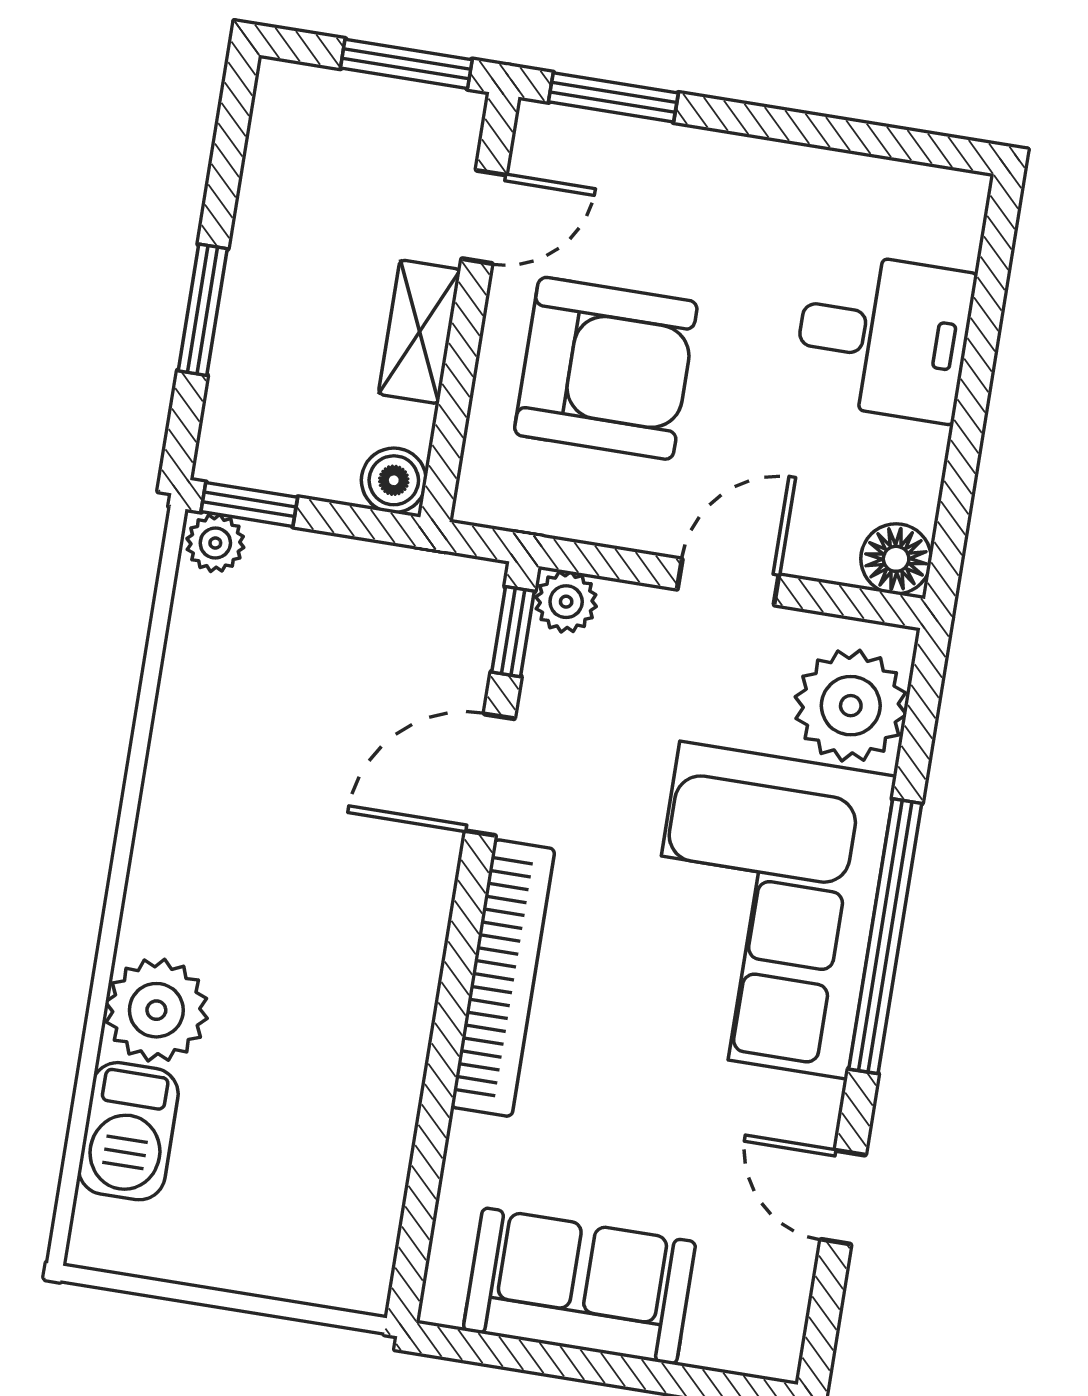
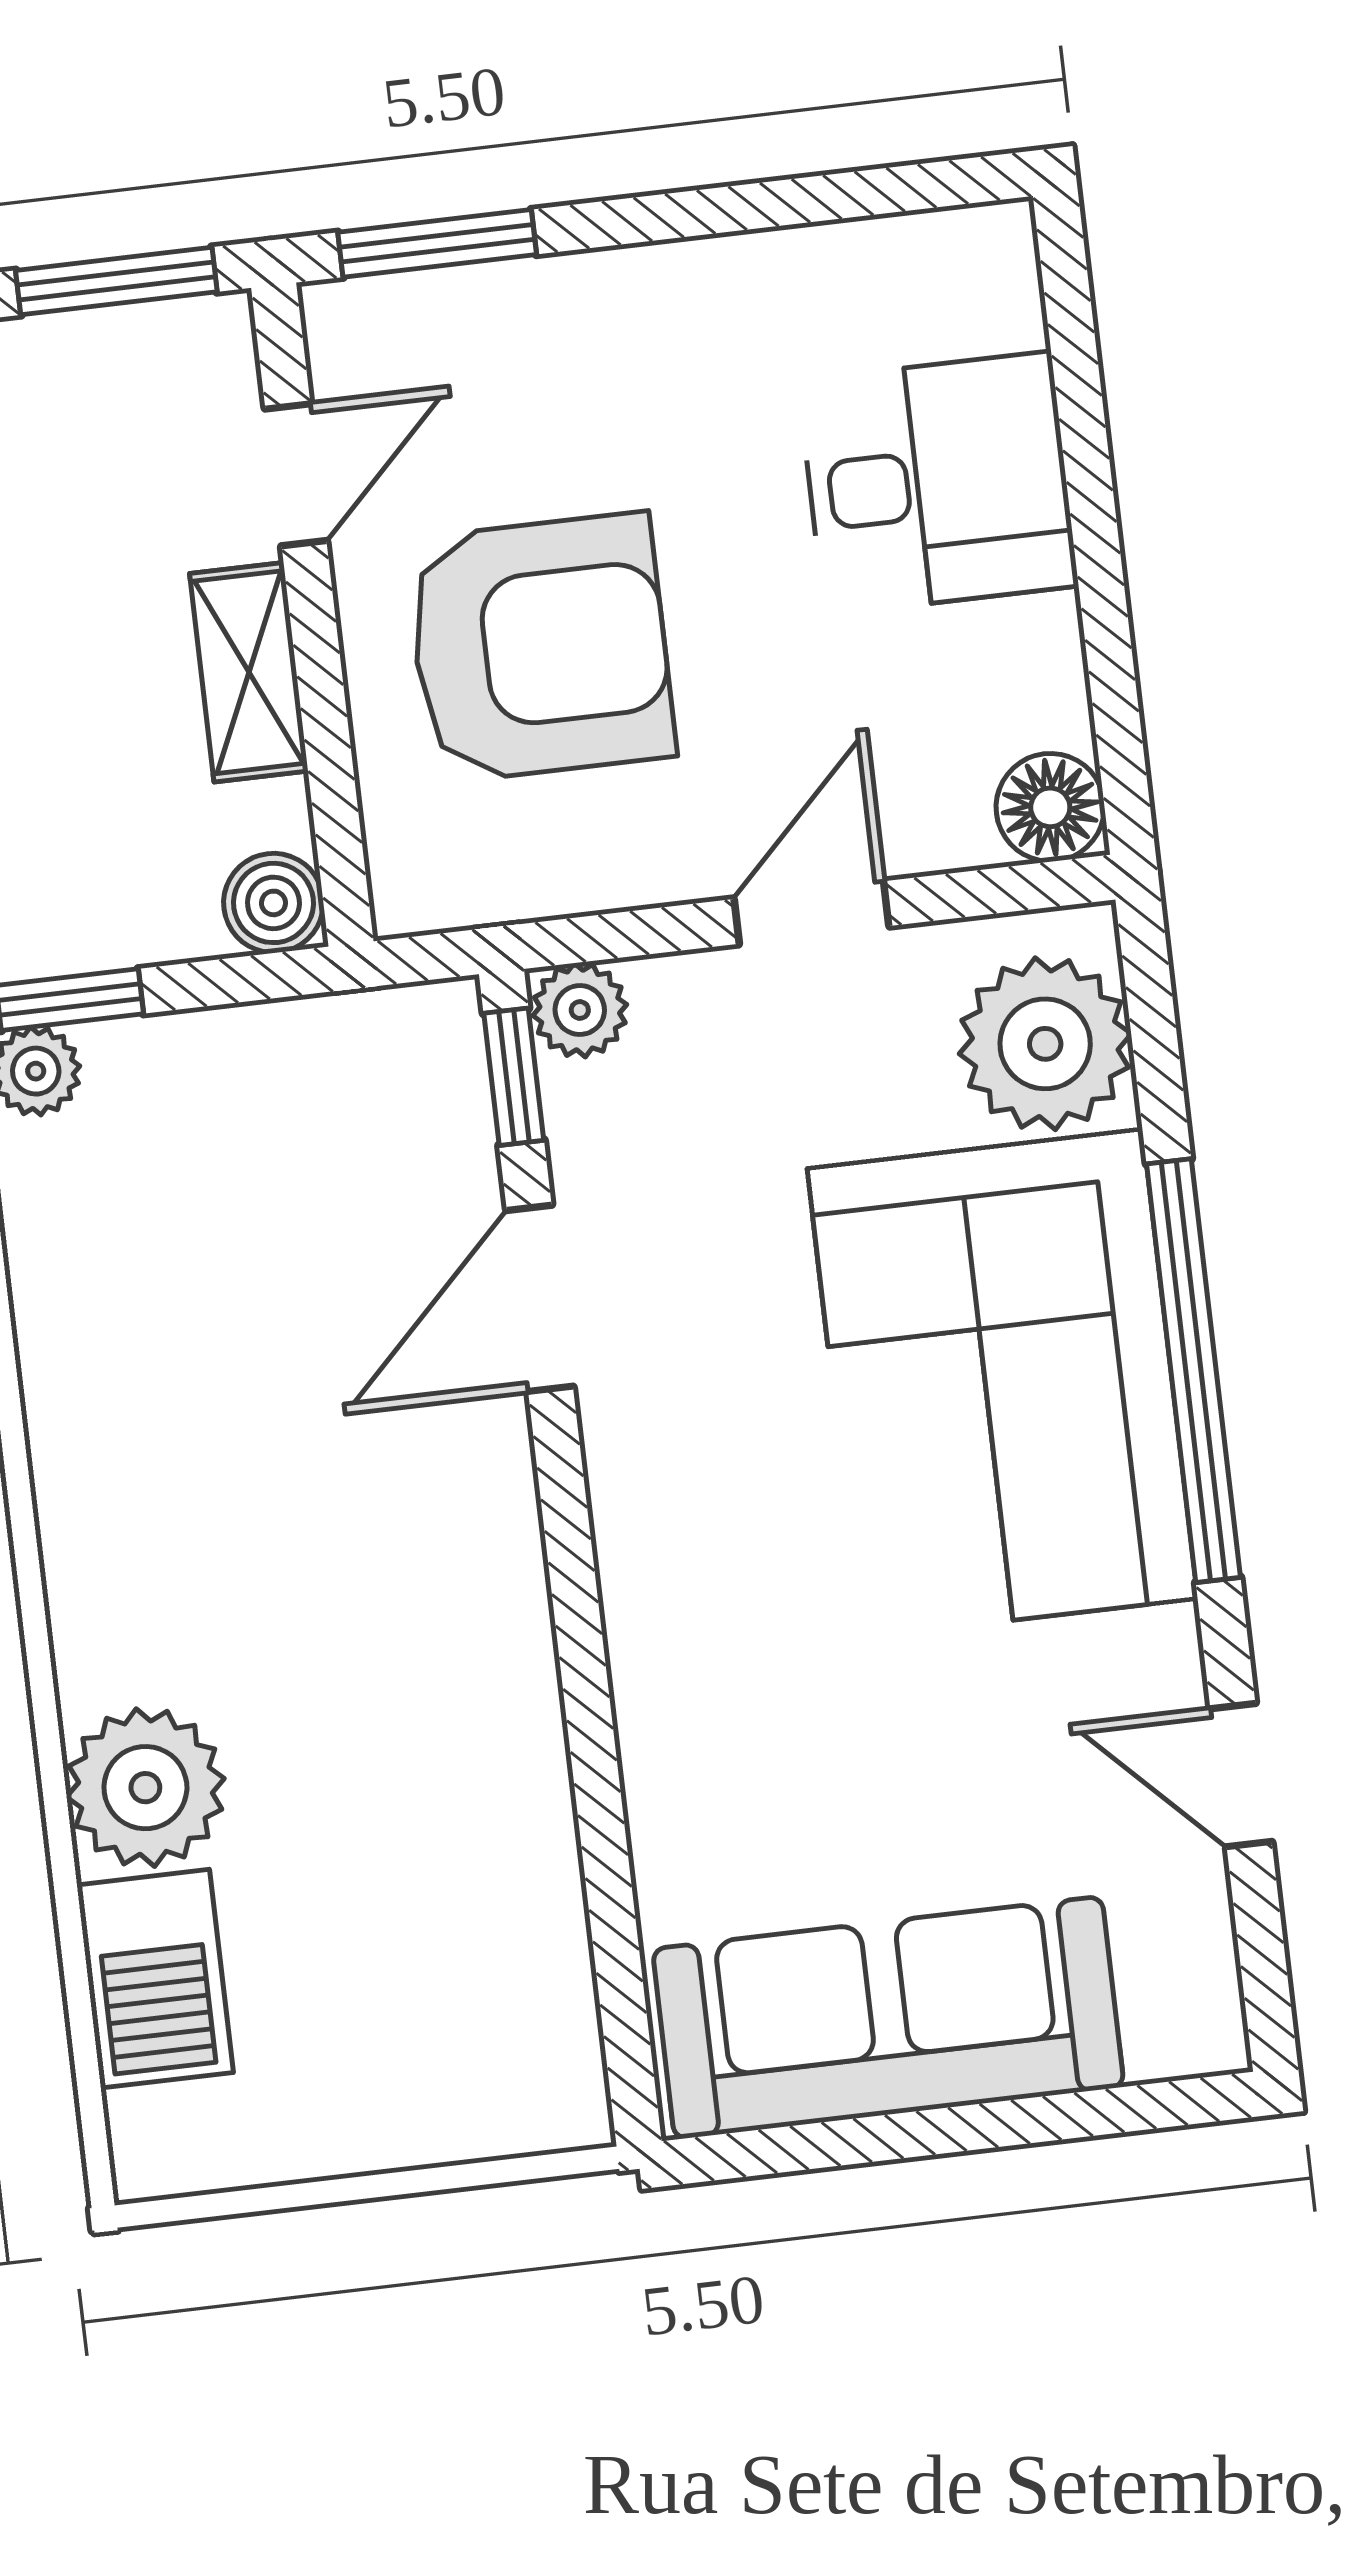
bookcase: (503, 978) -> (645, 1594), removed
sofa: (579, 1286) -> (888, 2018), width x1.36

